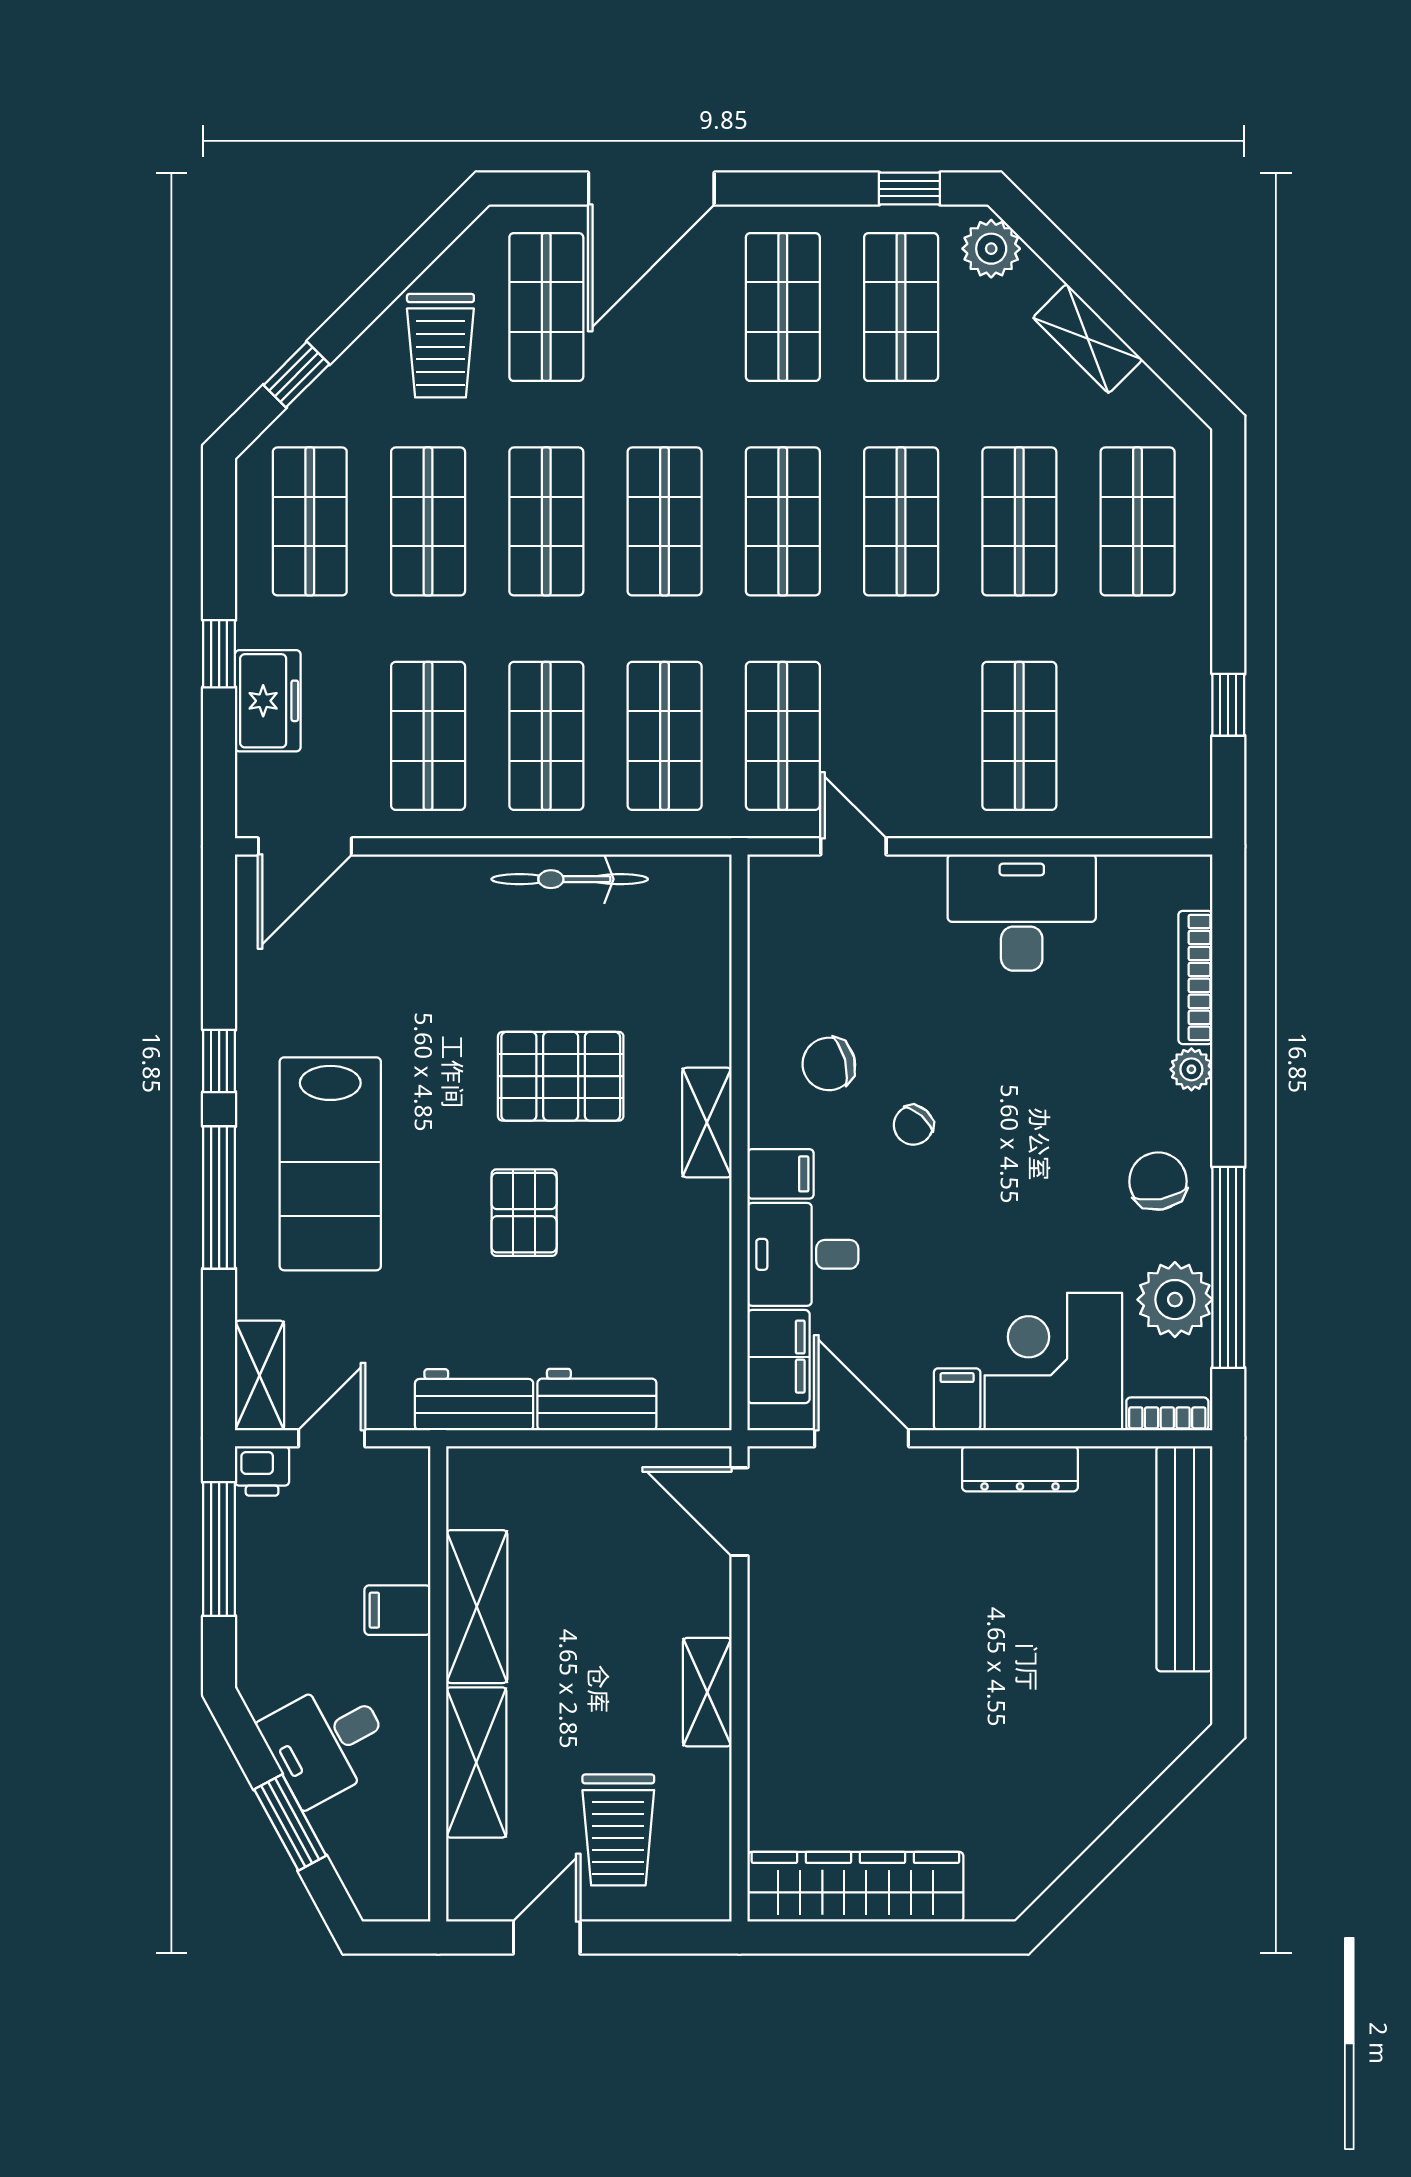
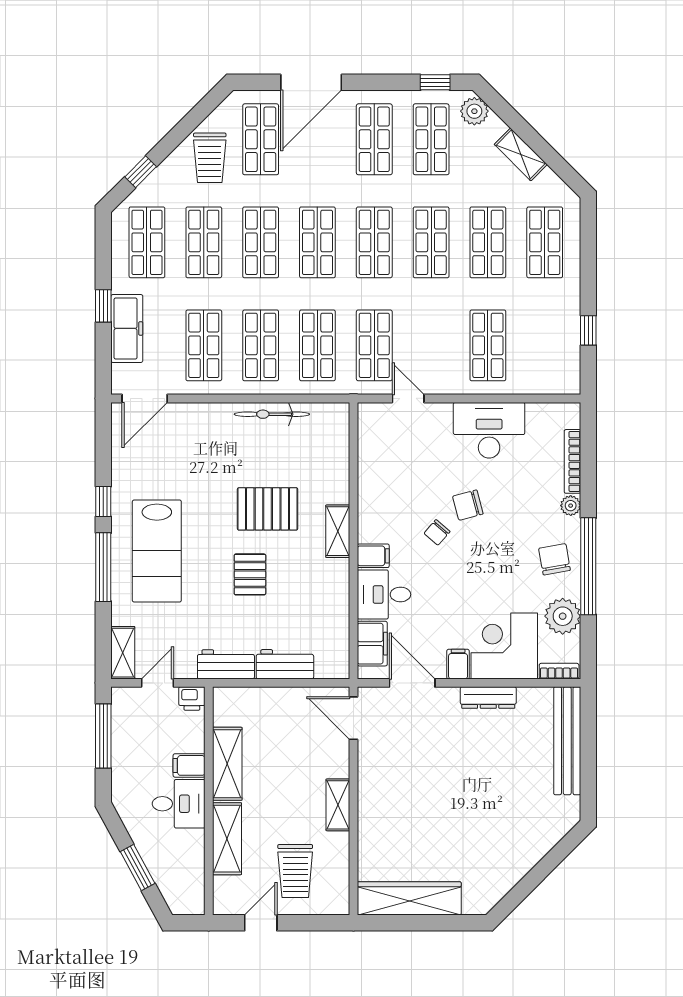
freezer: (268, 701) -> (127, 328), width x1.40
chair: (829, 1064) -> (468, 505), moved
window: (1228, 1267) -> (588, 566), moved
printer: (262, 1471) -> (192, 699), moved
desk: (327, 1742) -> (179, 804), moved, turned -152

